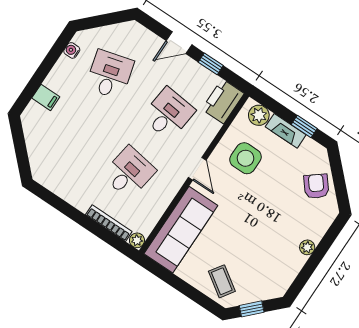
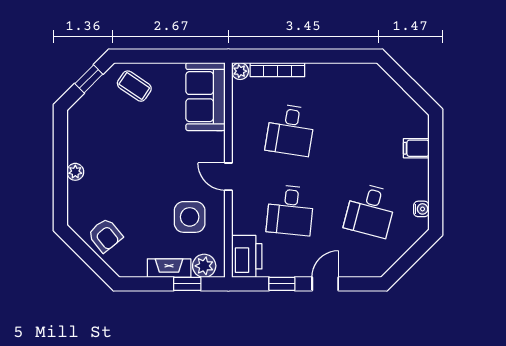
desk: (110, 75) -> (370, 210), turned 30
window: (304, 126) -> (187, 284), moved
sofa: (181, 230) -> (206, 97), width x0.73

